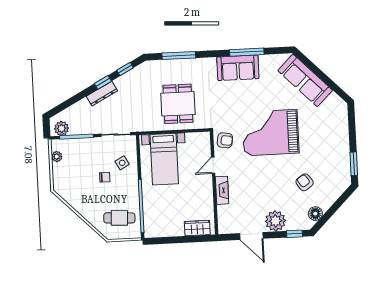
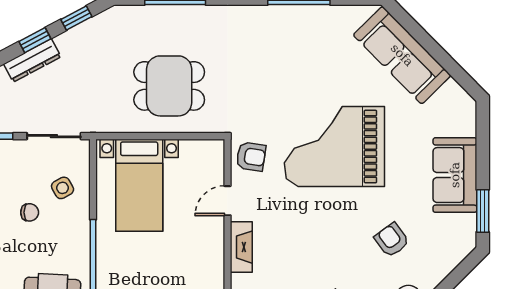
sofa: (238, 68) -> (455, 175), moved, turned 90
dining table: (178, 104) -> (169, 86), turned 90

